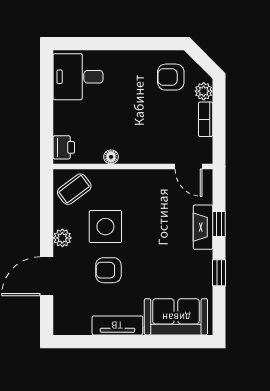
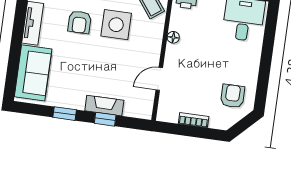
plant: (204, 91) -> (217, 122), removed
door: (188, 167) -> (159, 79), moved
armchair: (108, 270) -> (80, 22), turned 180

